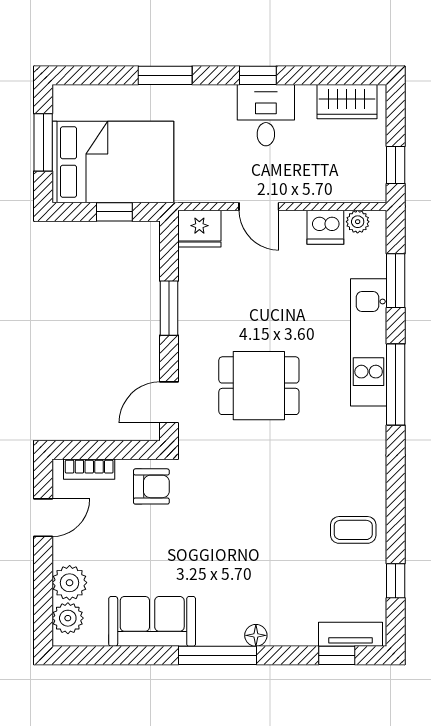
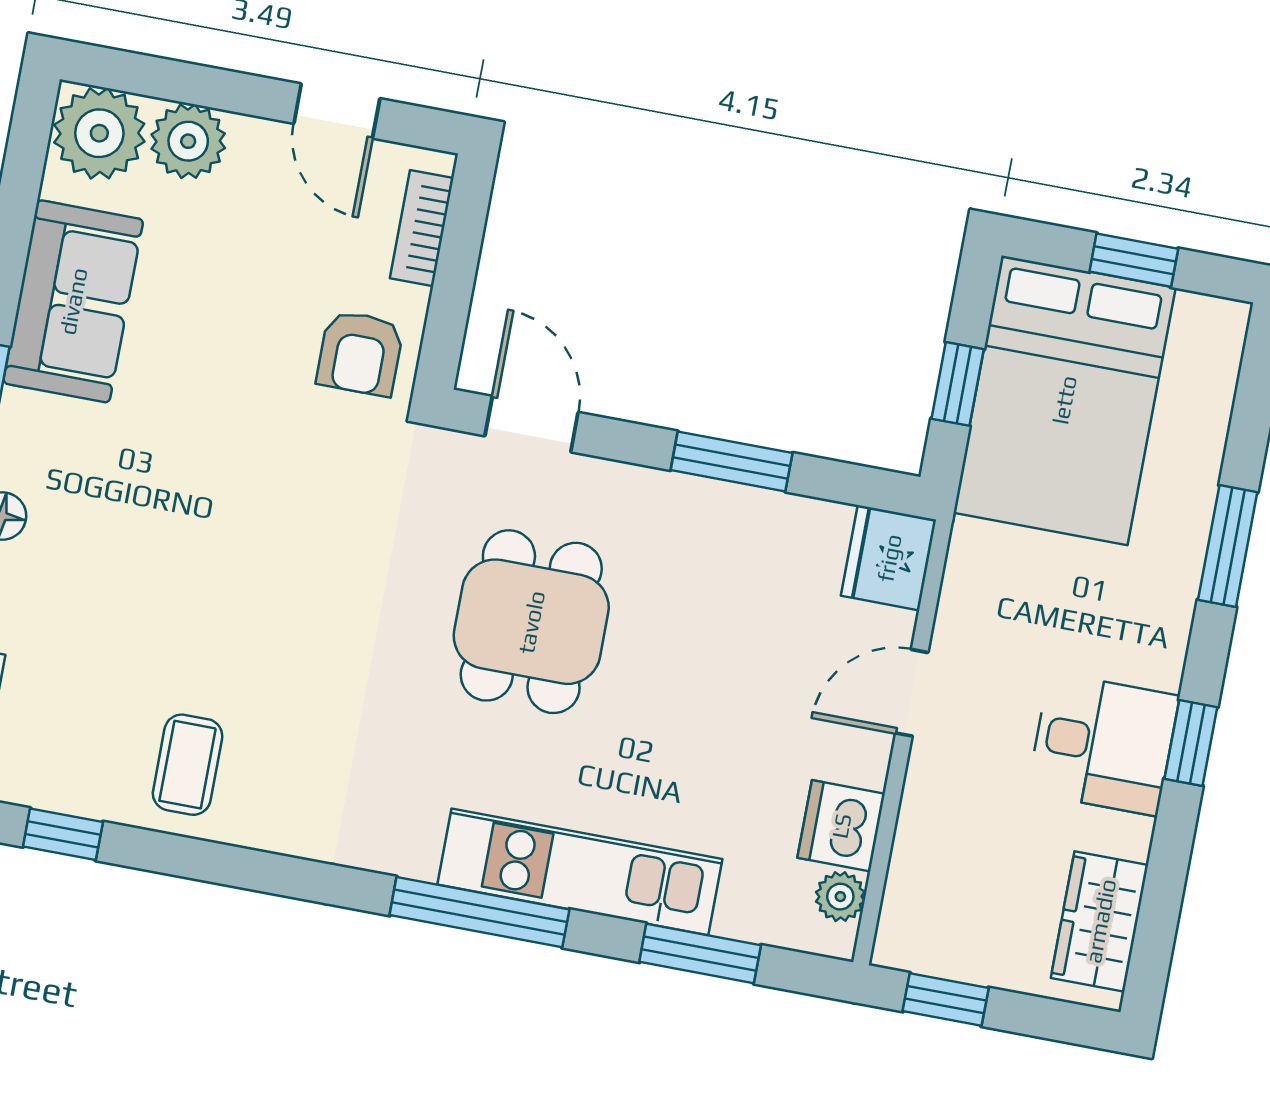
window: (43, 142) -> (1134, 260), width x0.67
plant: (68, 618) -> (99, 133), width x1.36, depth x1.36

